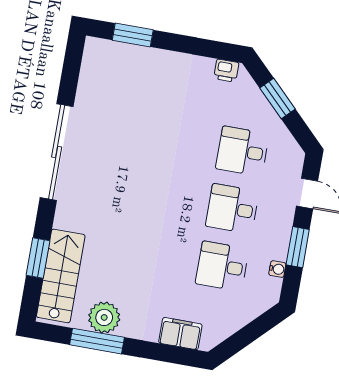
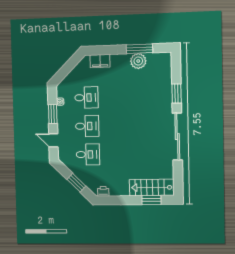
window: (38, 258) -> (177, 93), moved
stairs: (61, 276) -> (152, 188), moved, turned 90

